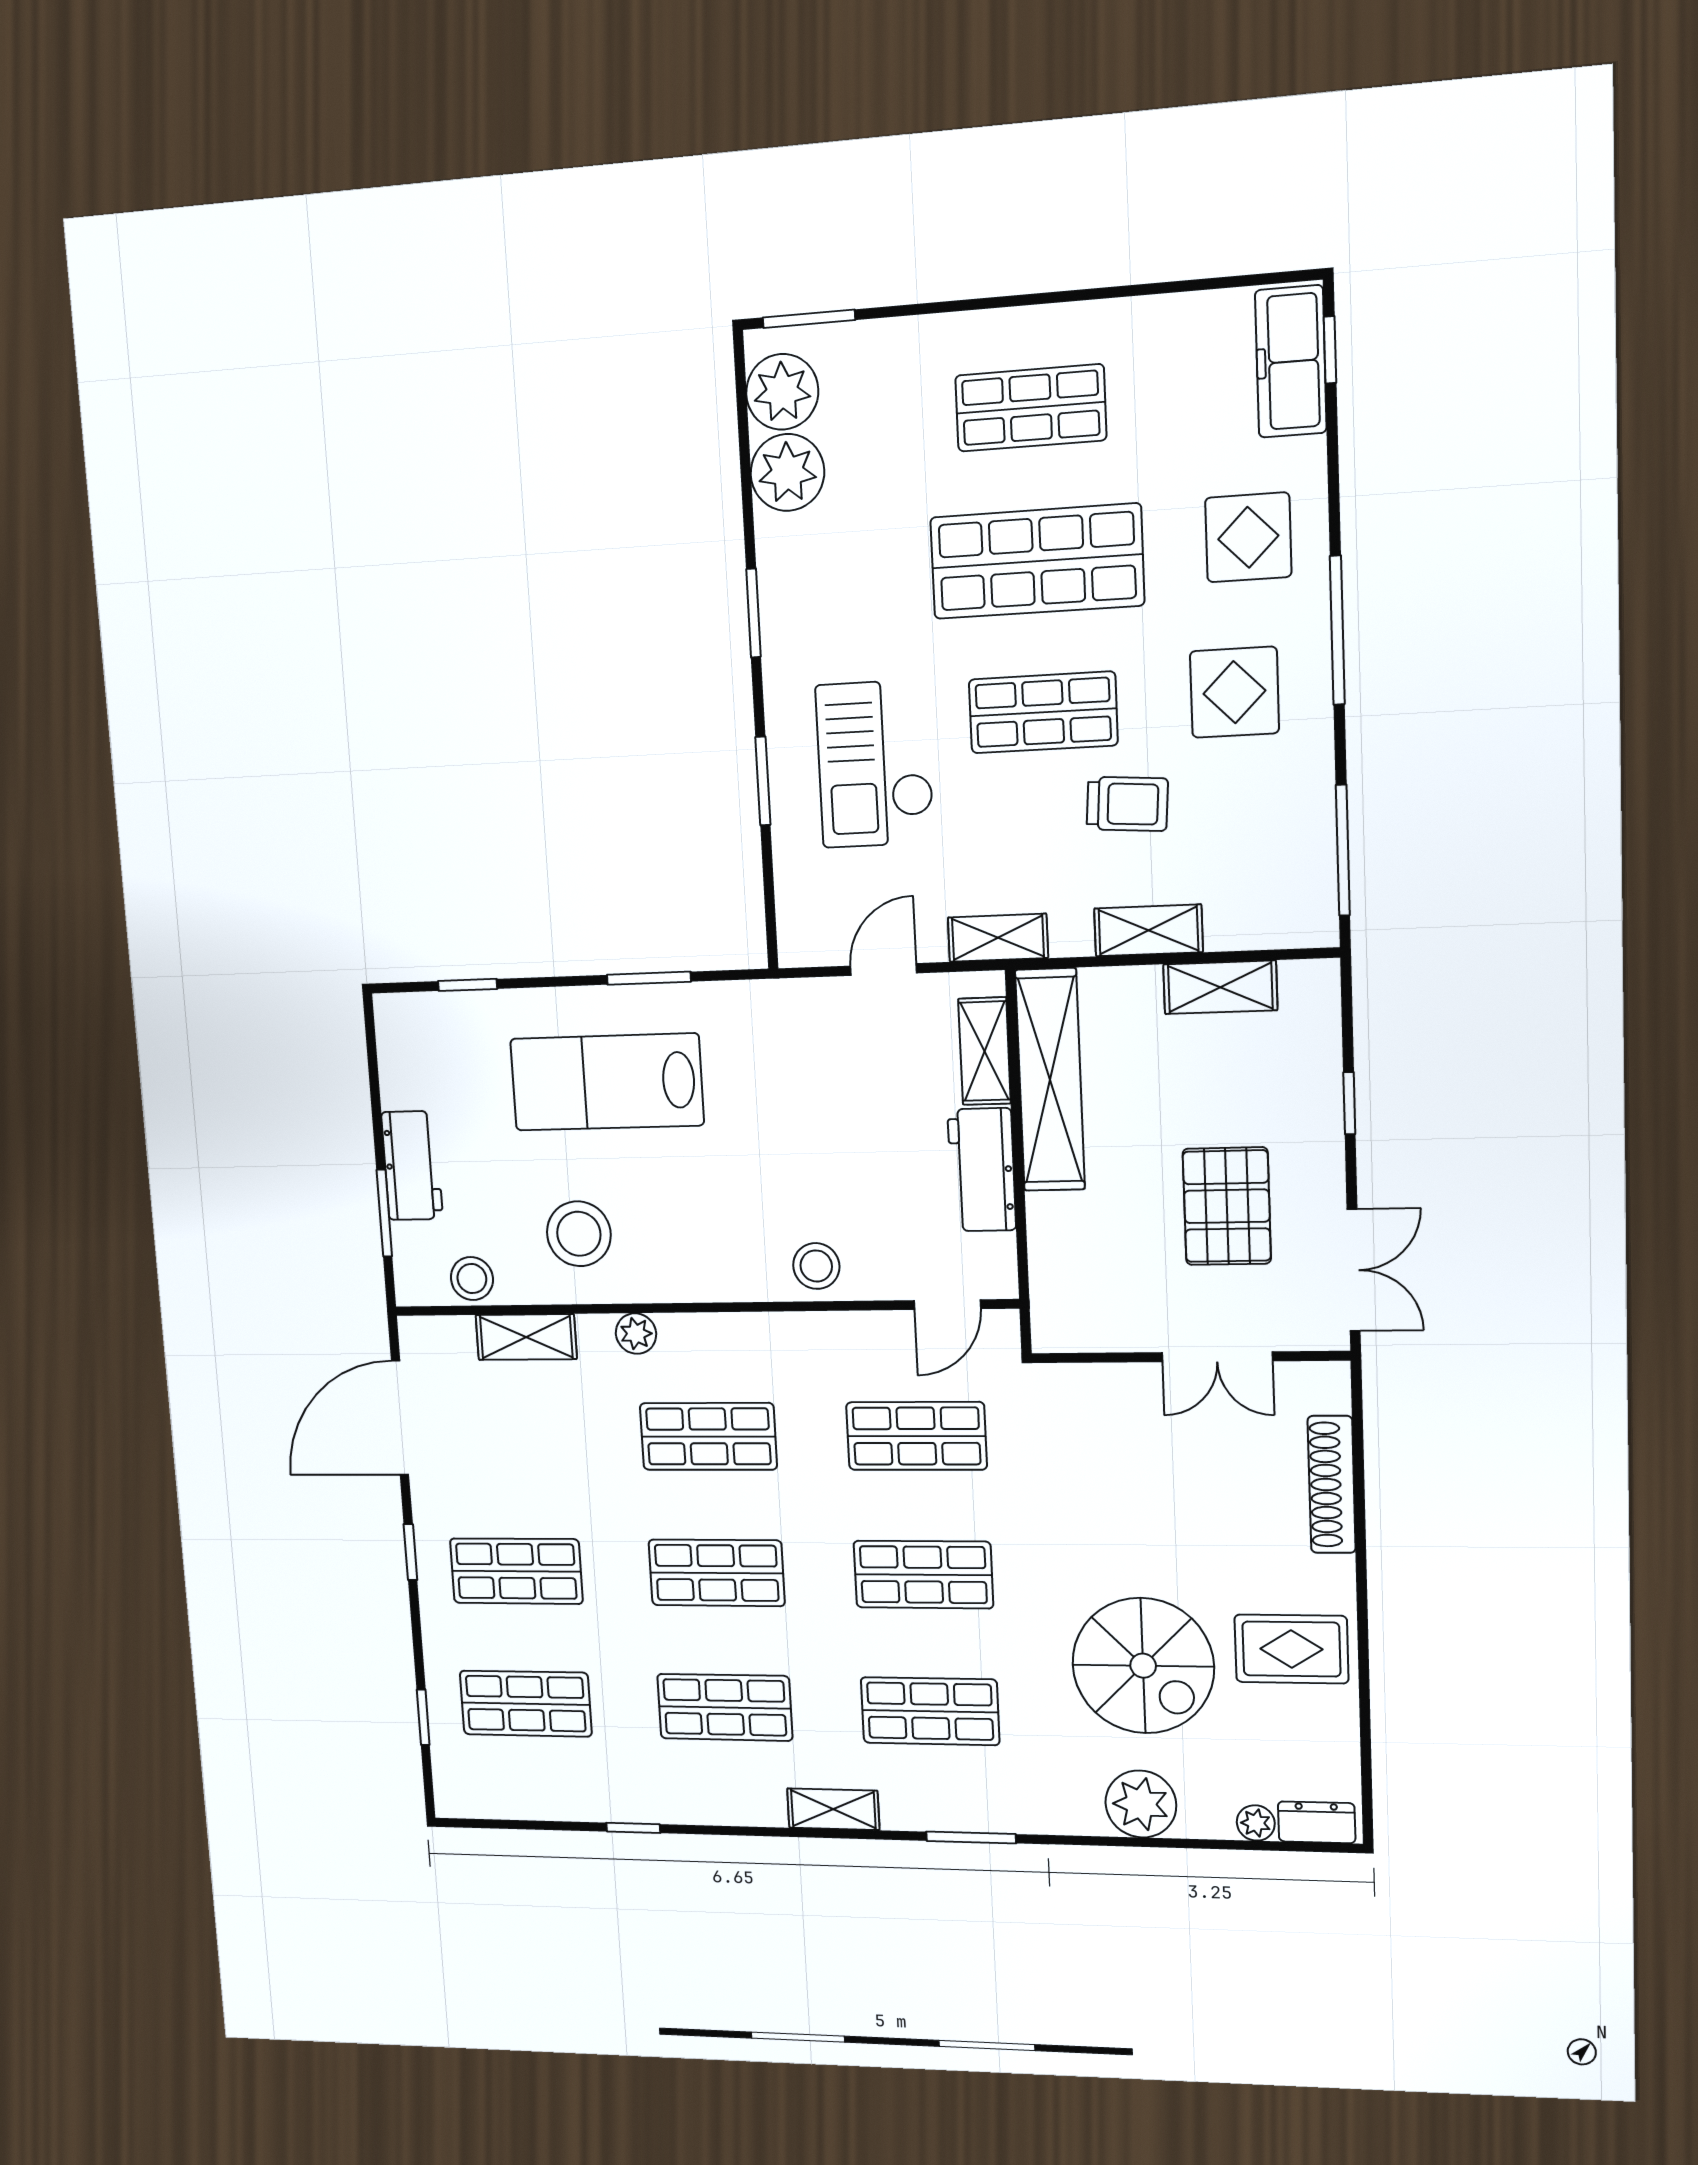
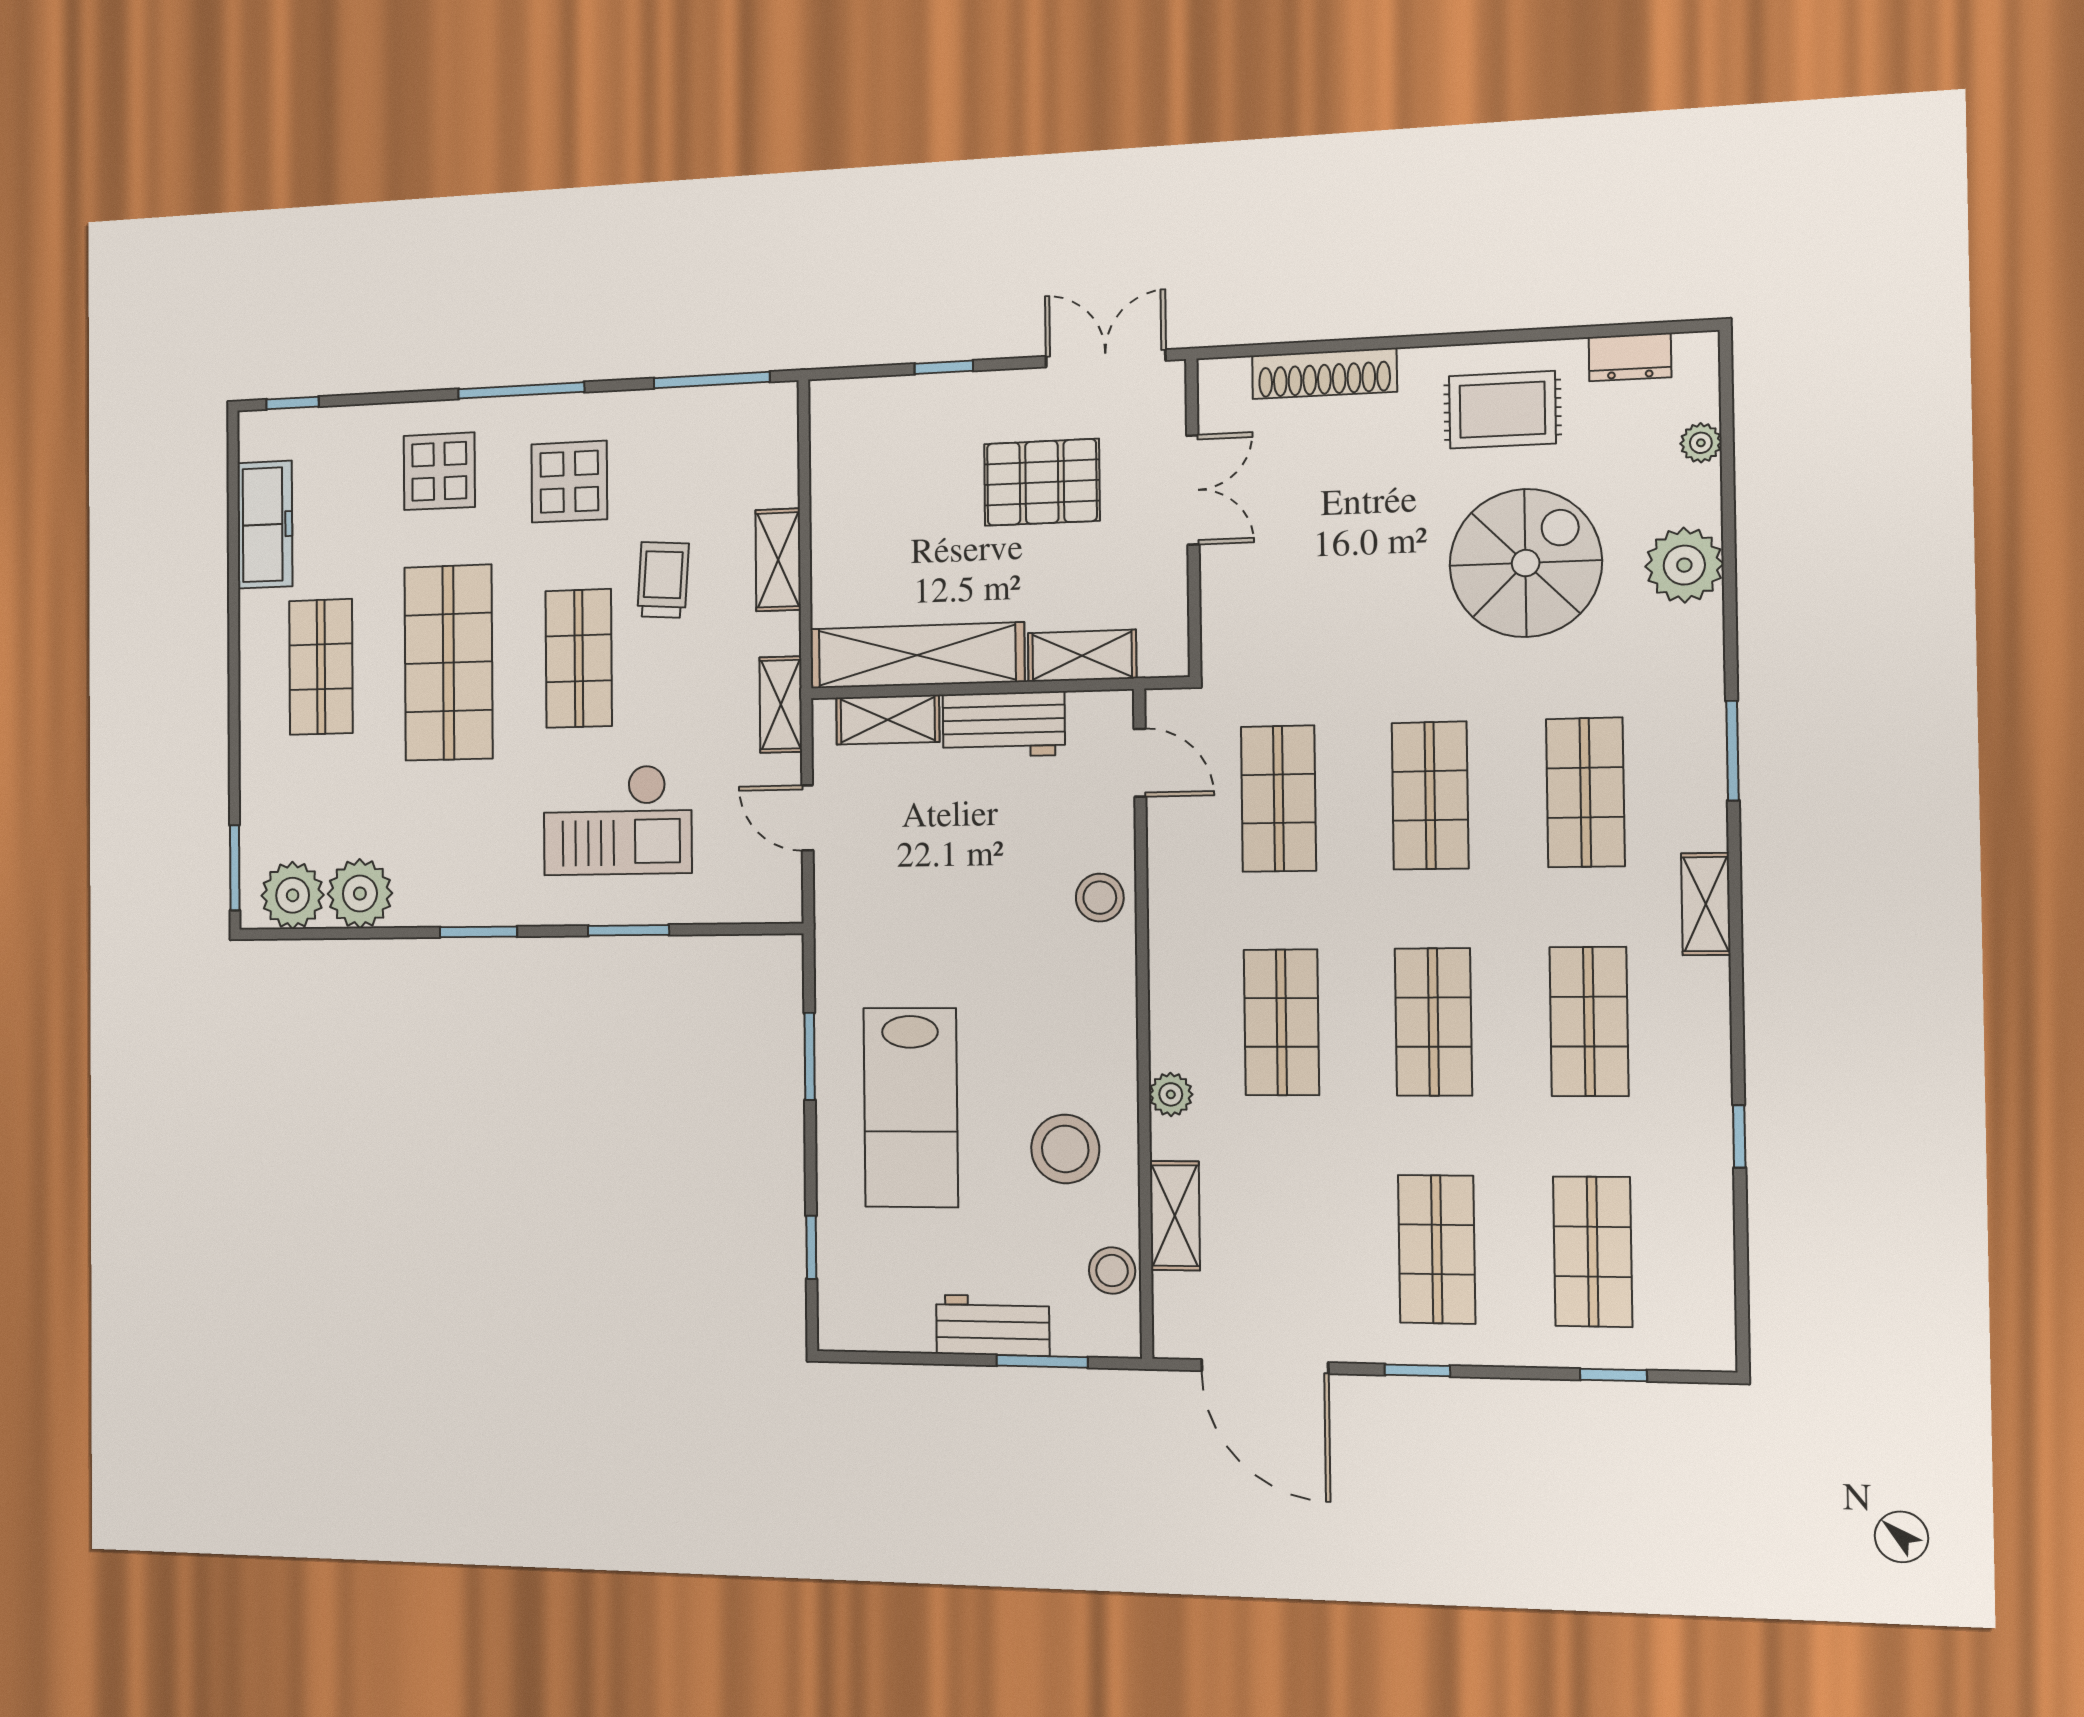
freezer: (1291, 362) -> (265, 525), moved, turned -90
shelving: (1220, 987) -> (1082, 656), moved, turned 90
rug: (1291, 1649) -> (1502, 410), turned 90
dresser: (1317, 1822) -> (1630, 357), moved, turned -90

